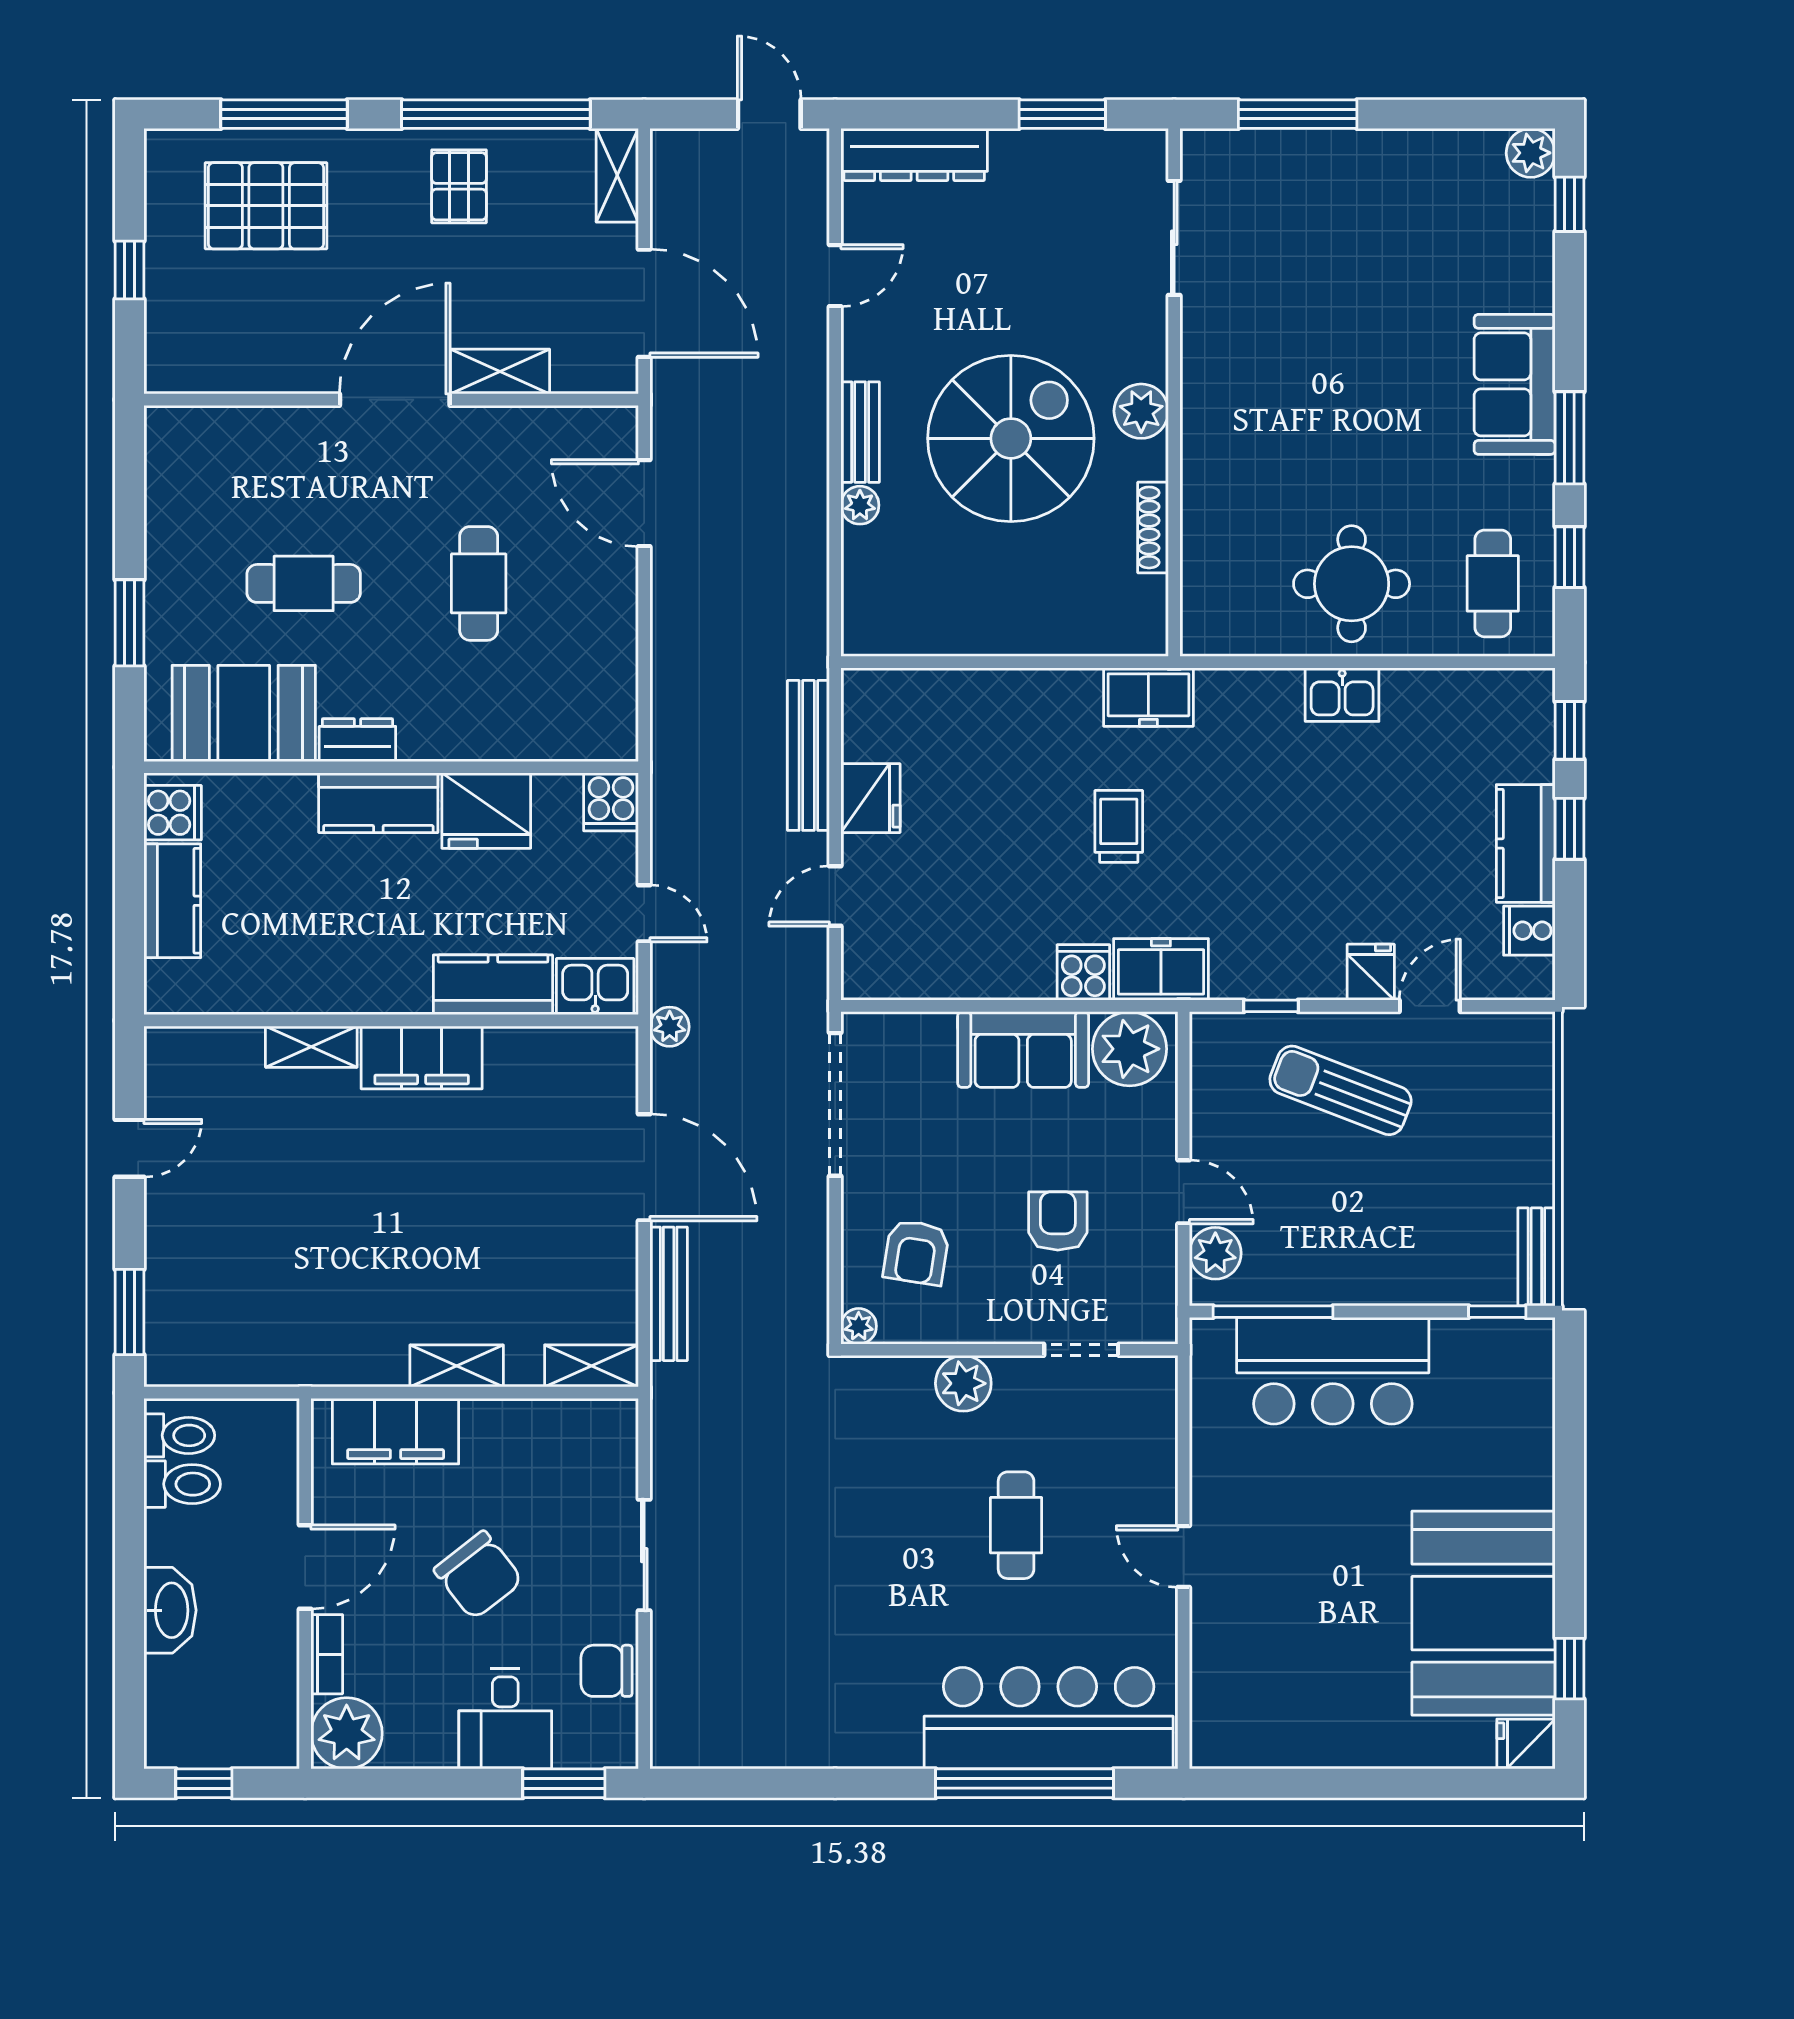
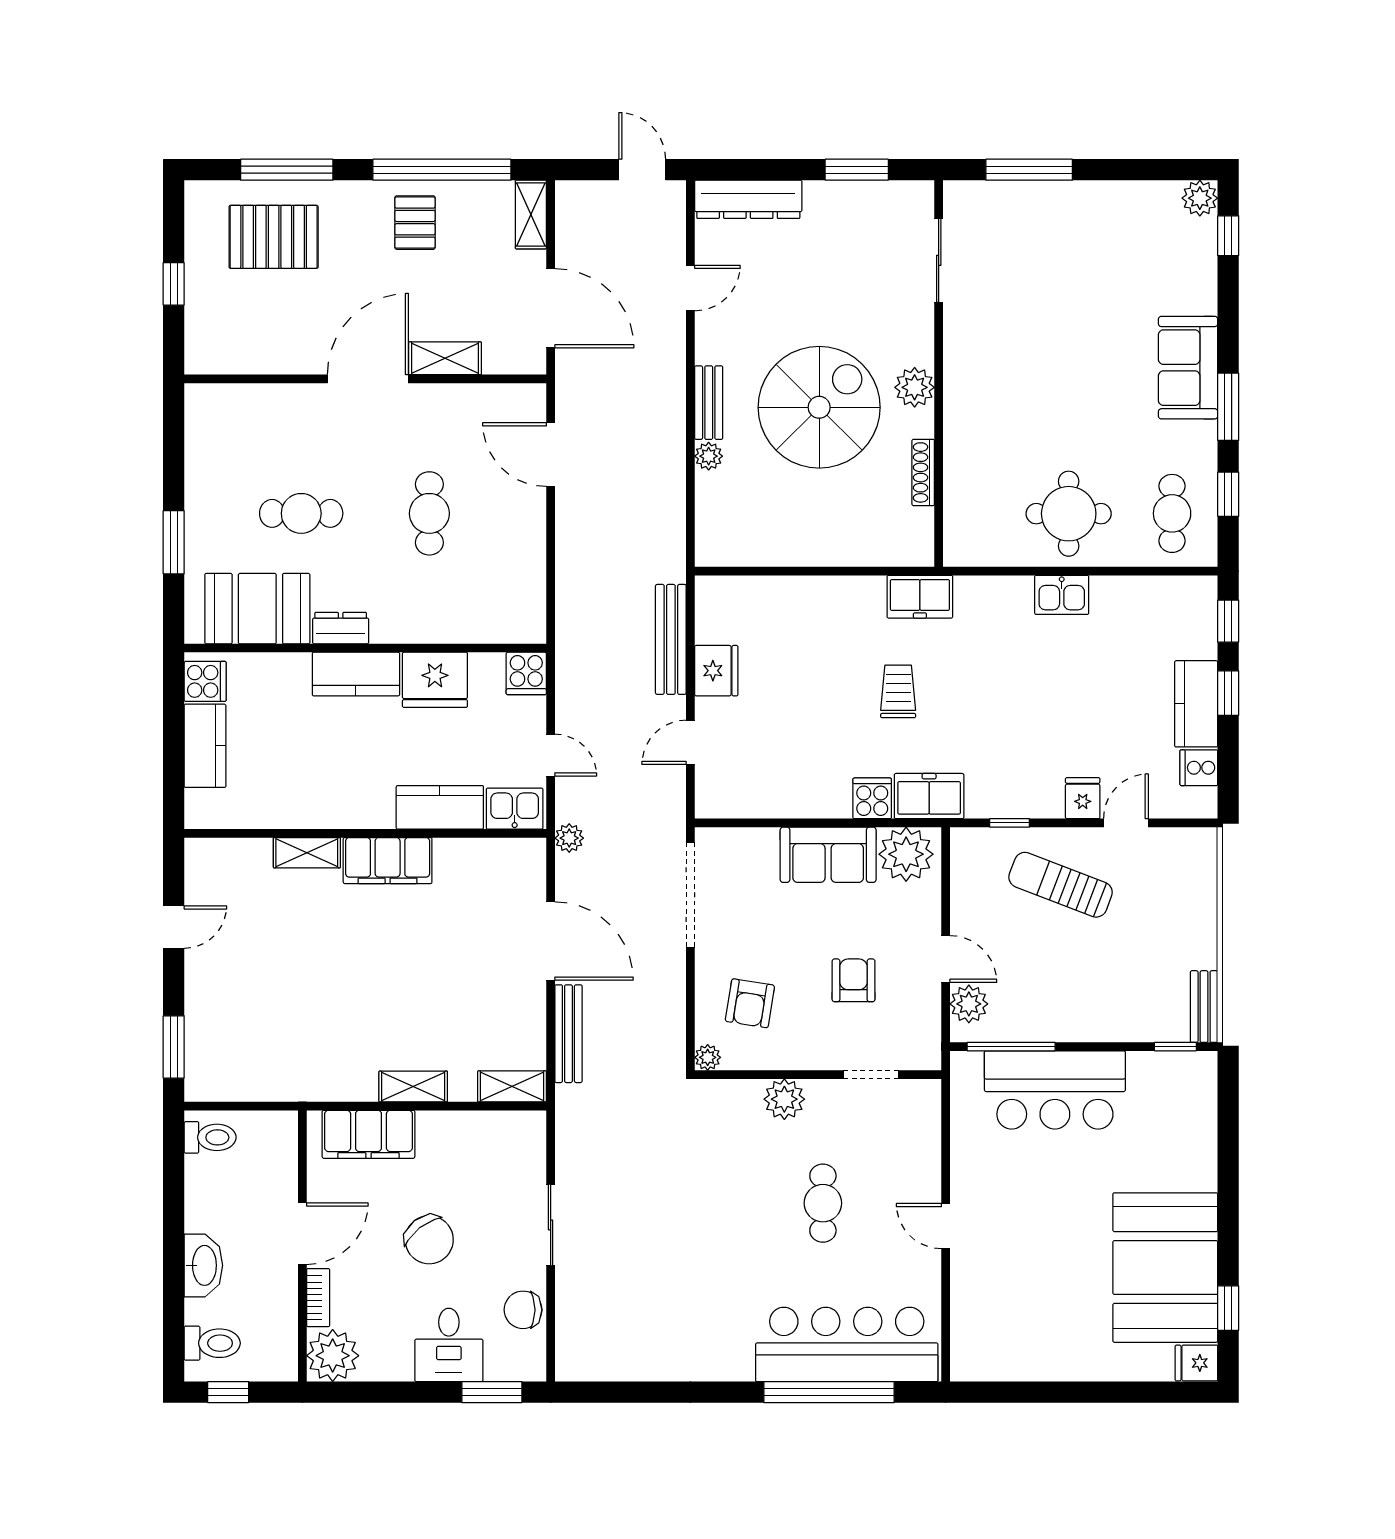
toilet: (182, 1484) -> (212, 1343), moved

